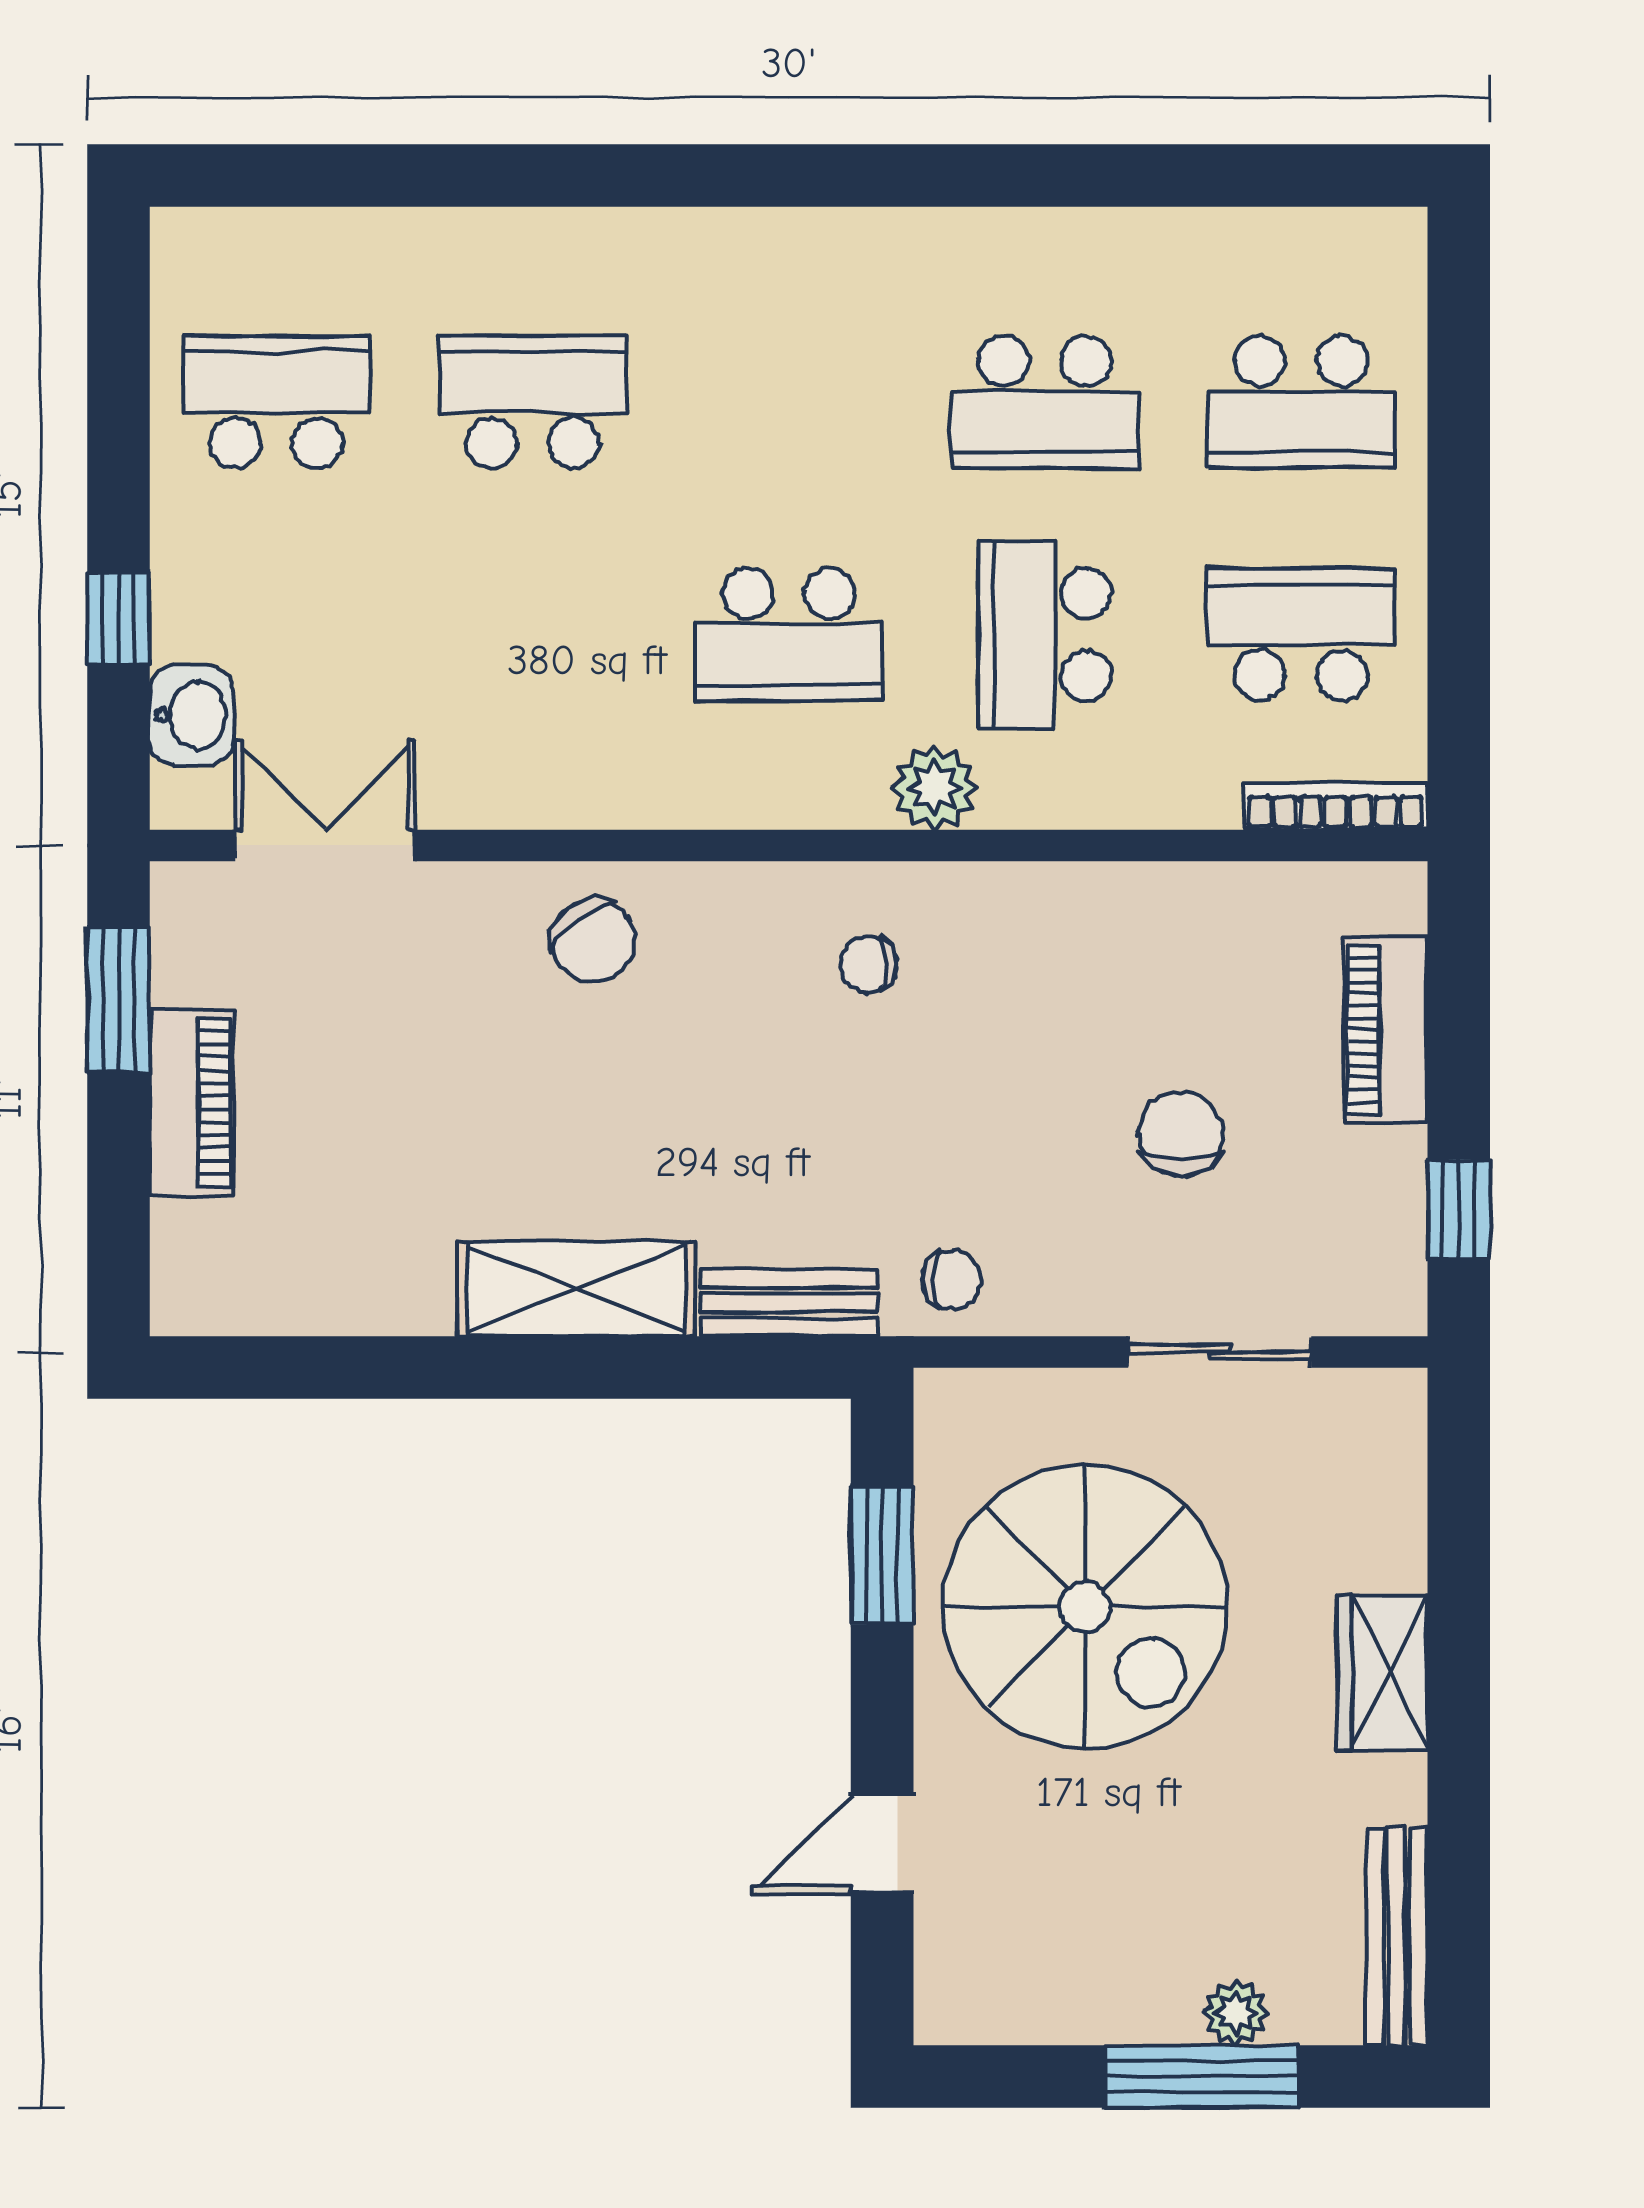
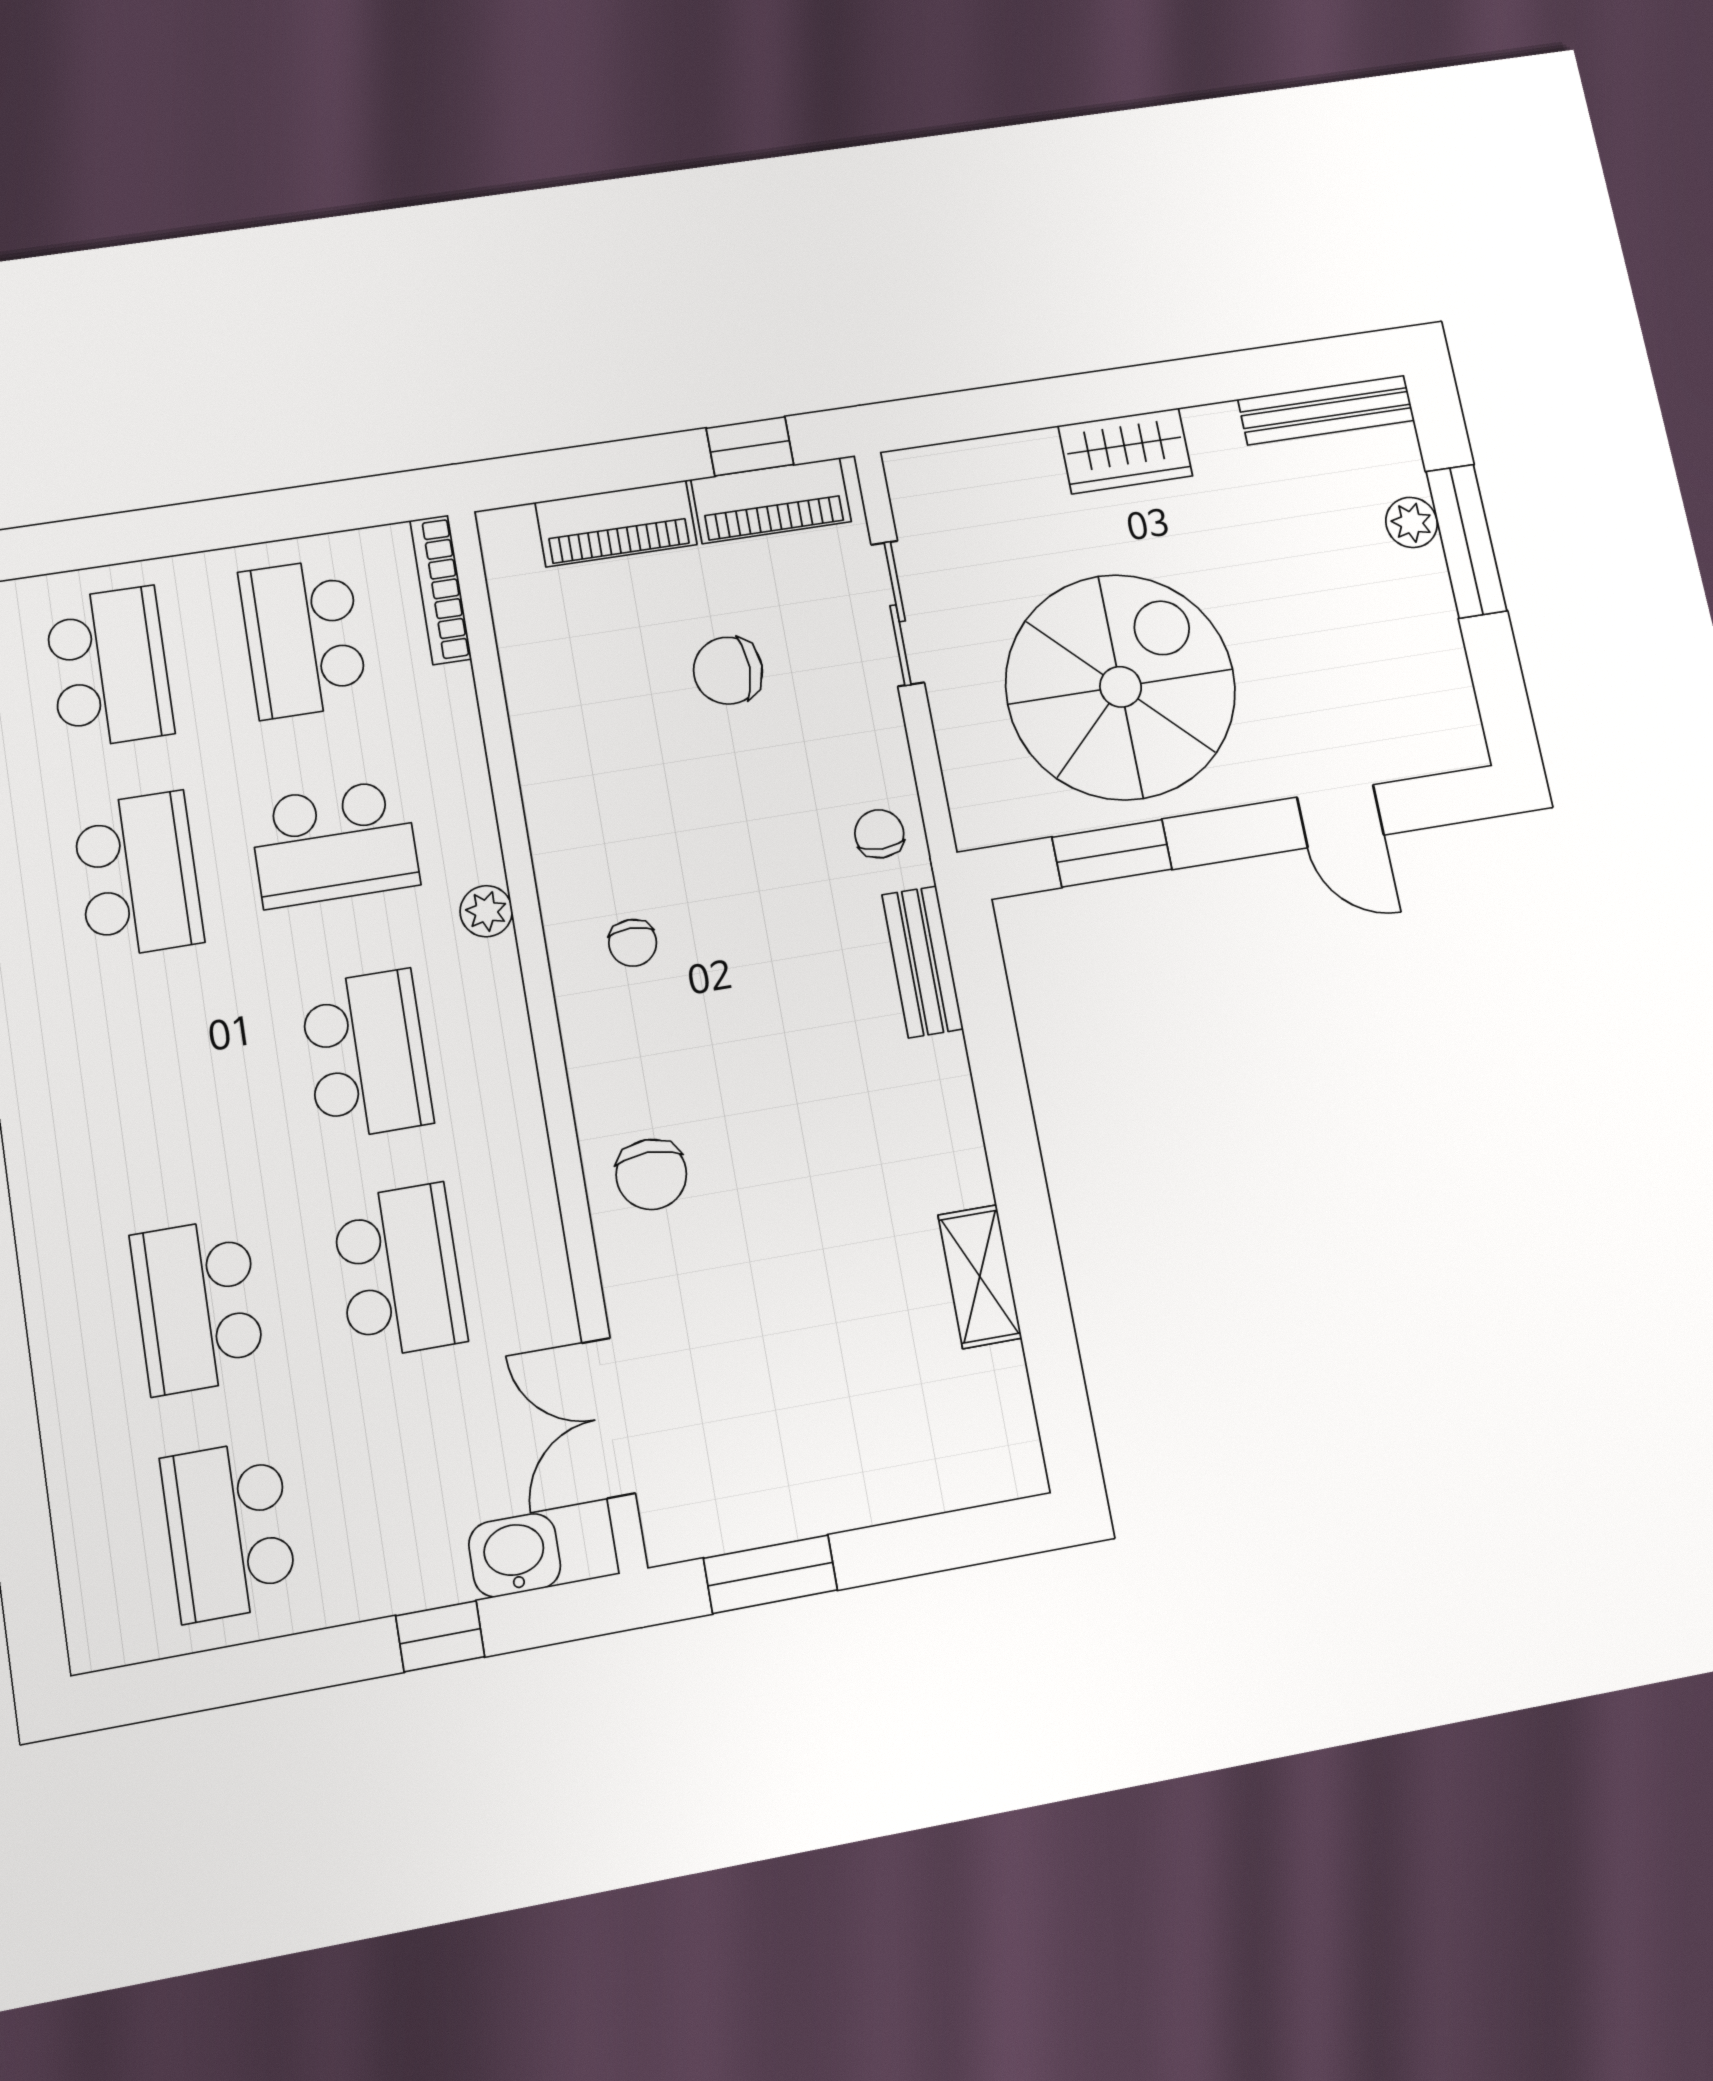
school desk: (533, 634) -> (399, 1271), added
plant: (935, 788) -> (486, 911), width x0.73, depth x0.73
chair: (593, 940) -> (651, 1174), turned 126
piano: (192, 1103) -> (771, 501), moved, turned 180
shelving: (576, 1289) -> (980, 1276), moved, width x0.67, depth x0.75

